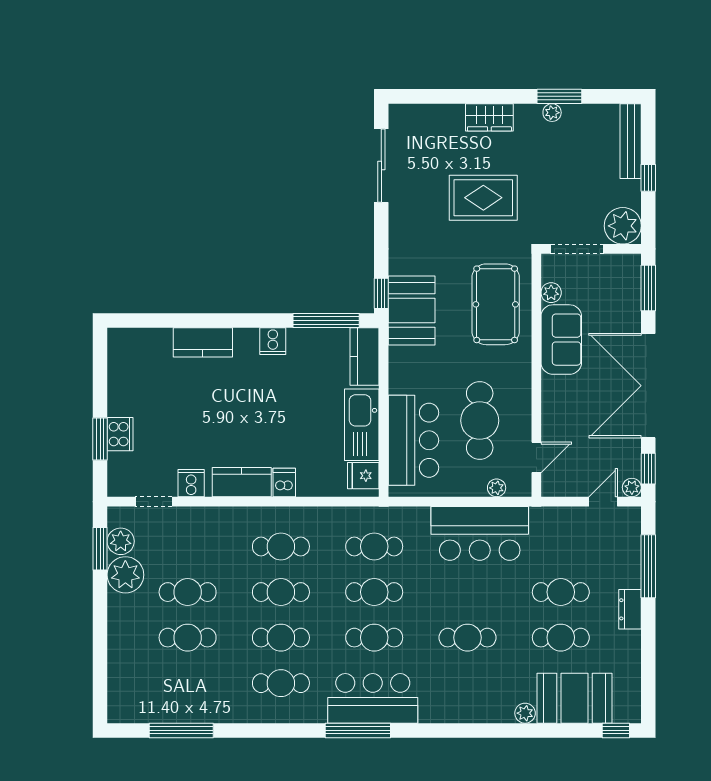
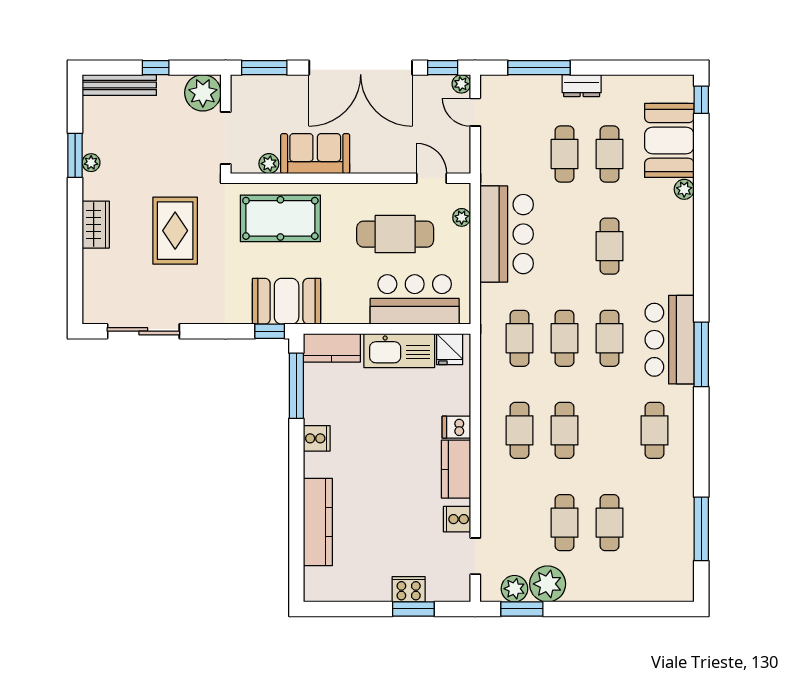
kitchen counter: (203, 342) -> (318, 522), width x1.50
cafe table: (281, 638) -> (610, 430), removed

